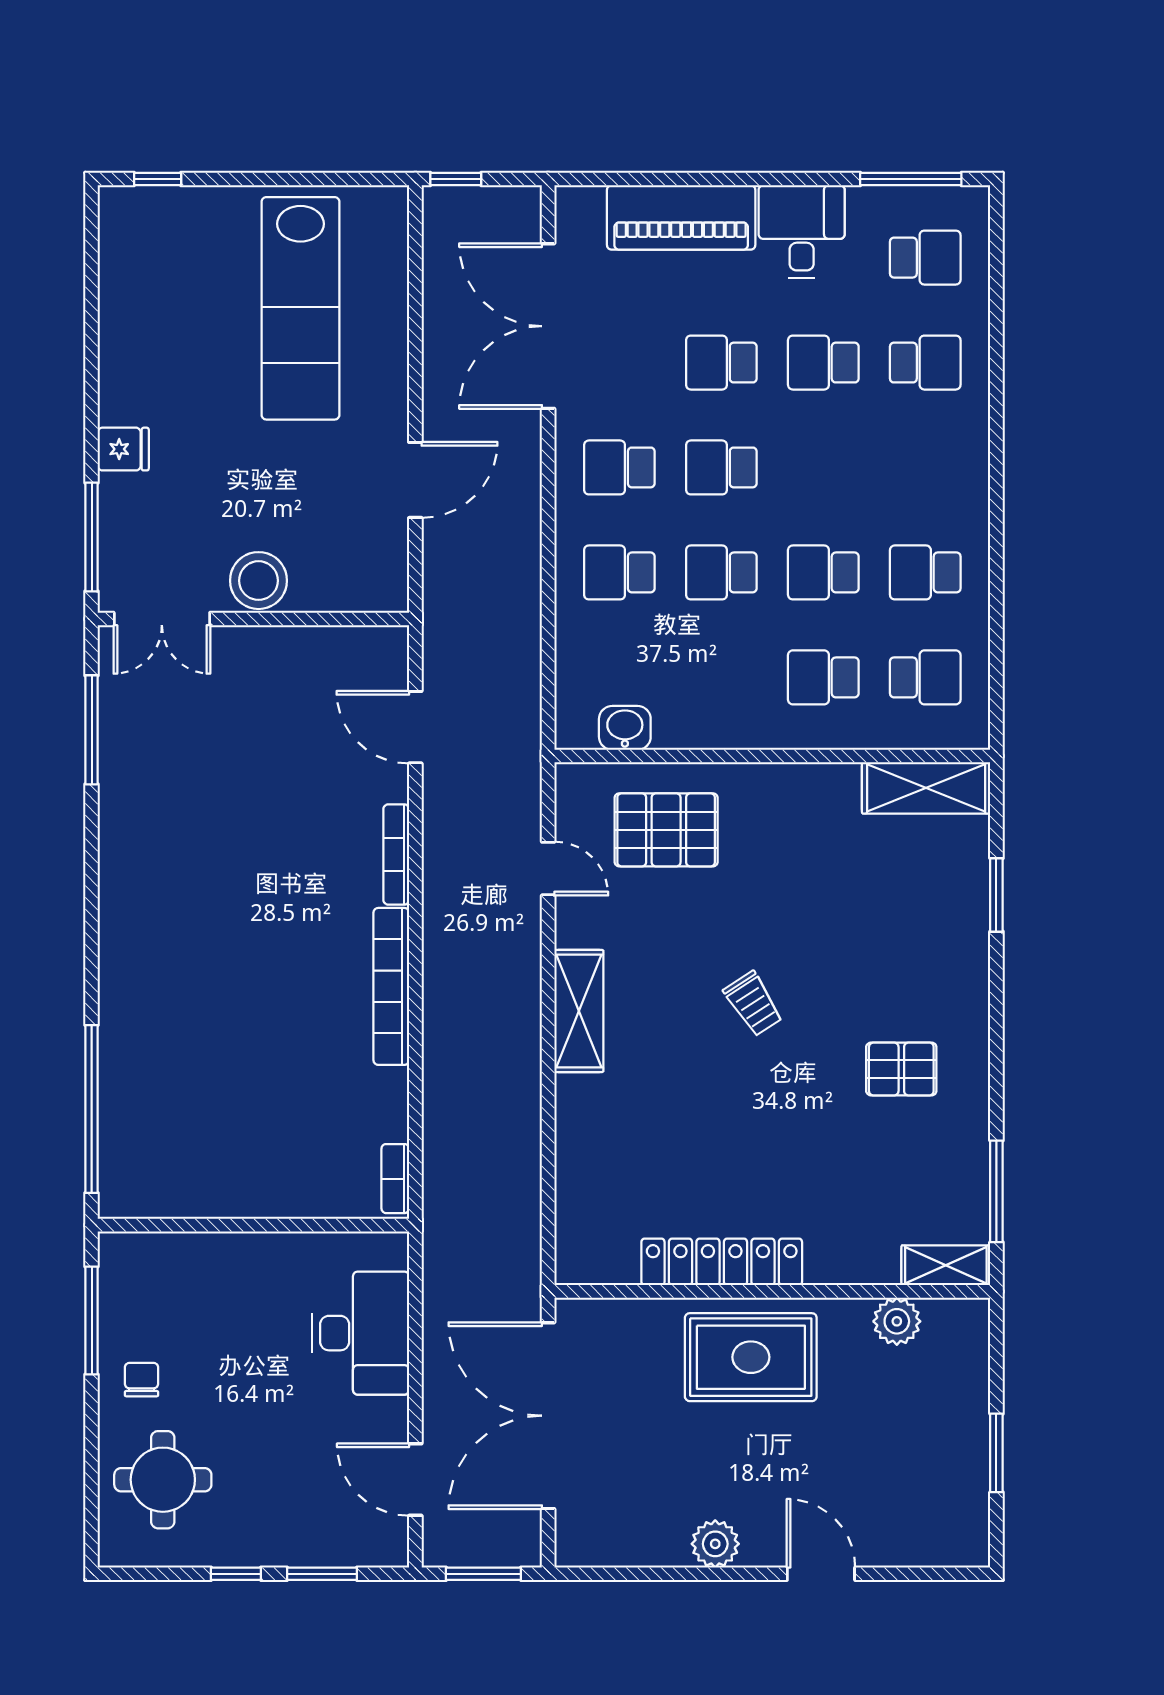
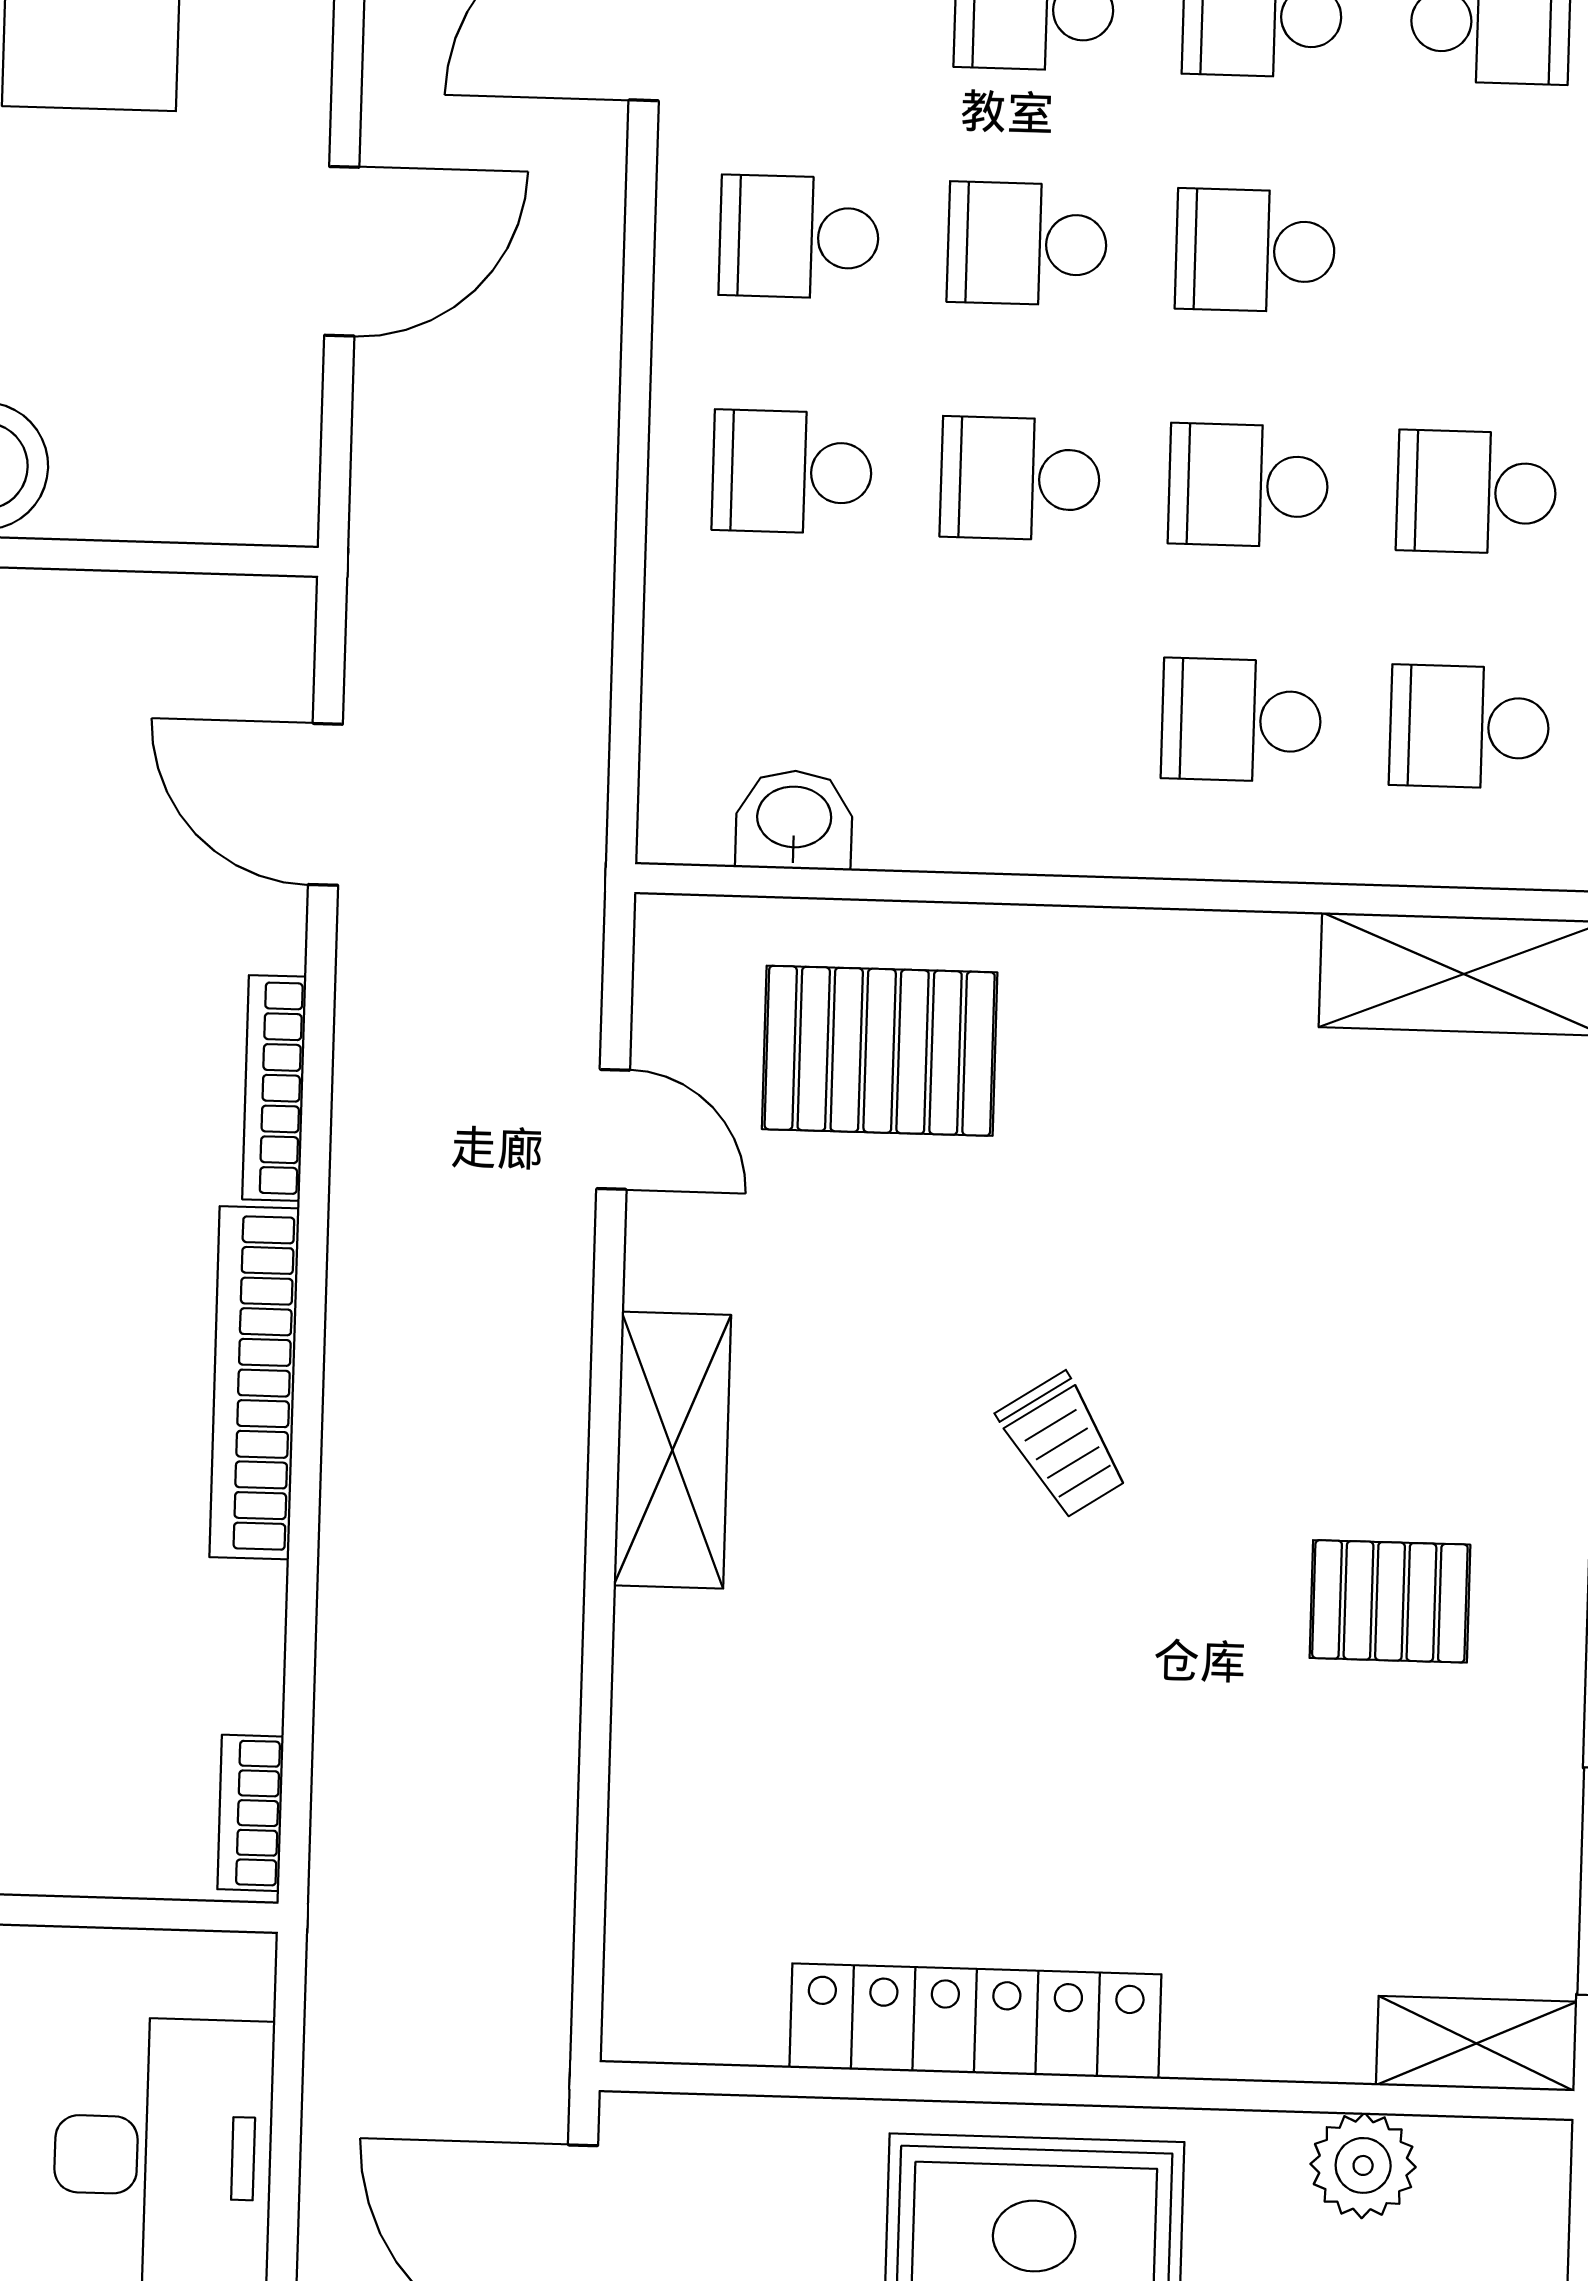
school desk: (823, 467) -> (1255, 251), added
school desk: (925, 677) -> (1469, 727), turned 180

